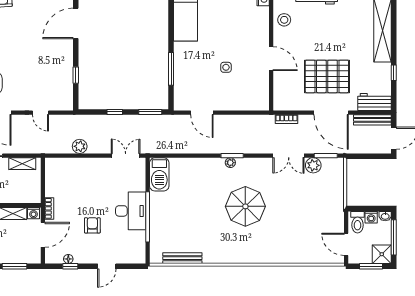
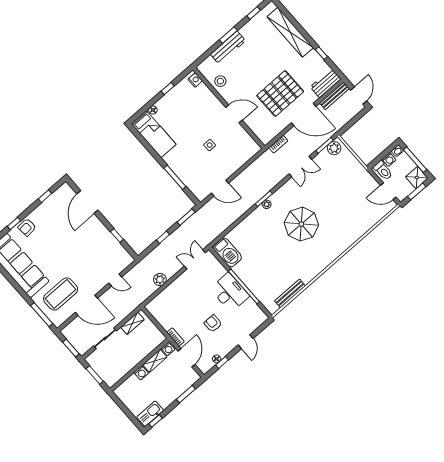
plant: (313, 165) -> (334, 148), moved

